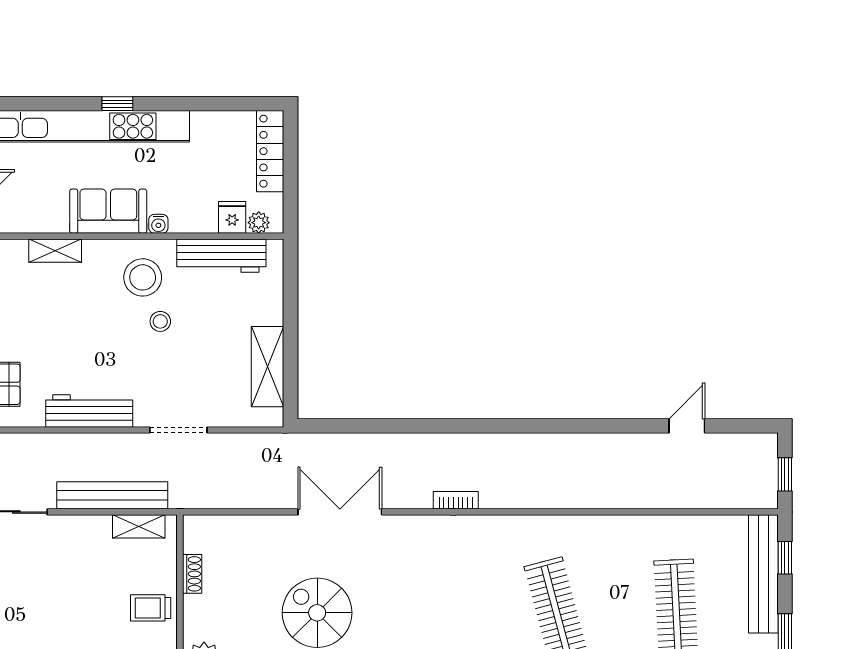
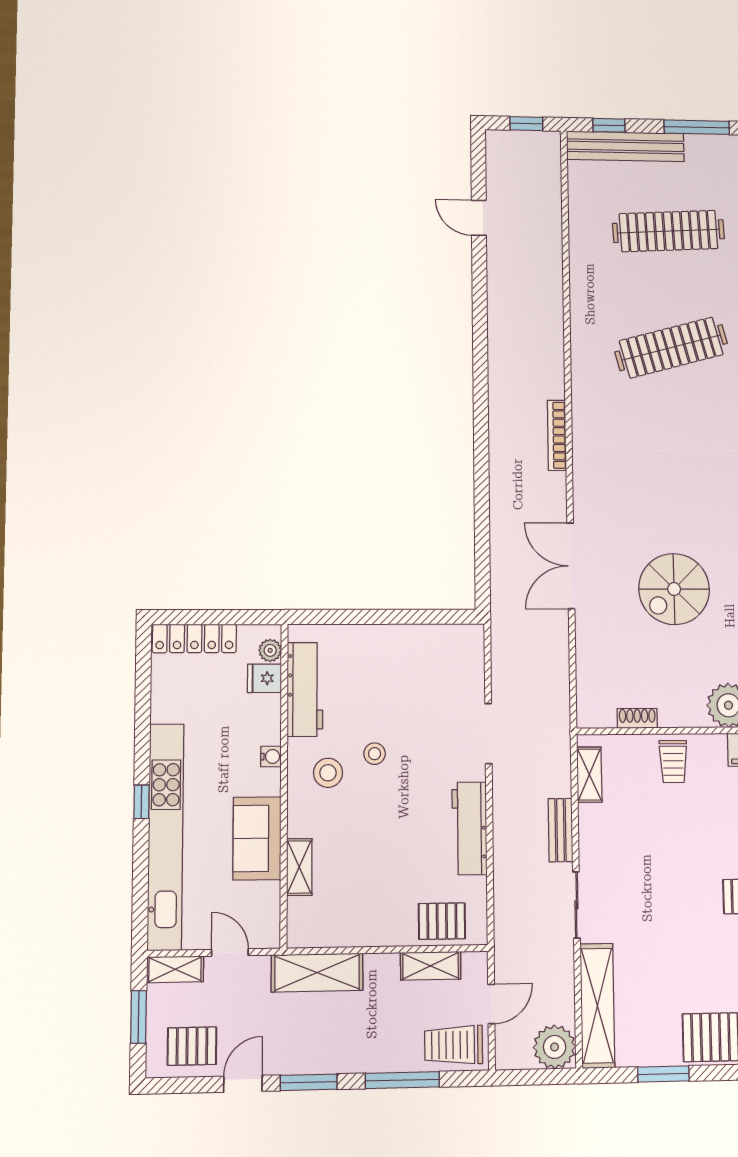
sofa: (108, 211) -> (257, 838), moved
stool: (143, 277) -> (328, 773), width x0.73, depth x0.73
shelving: (268, 367) -> (422, 641), removed
bench: (112, 495) -> (561, 830), width x0.54, depth x0.82
bookcase: (456, 500) -> (557, 435), width x1.56

